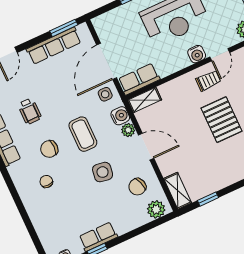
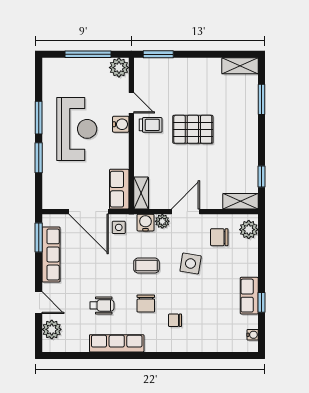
trolley: (208, 81) -> (151, 125), turned 90
coffee table: (83, 134) -> (146, 266), width x0.73, depth x0.77
chair: (137, 187) -> (219, 237), turned 109

